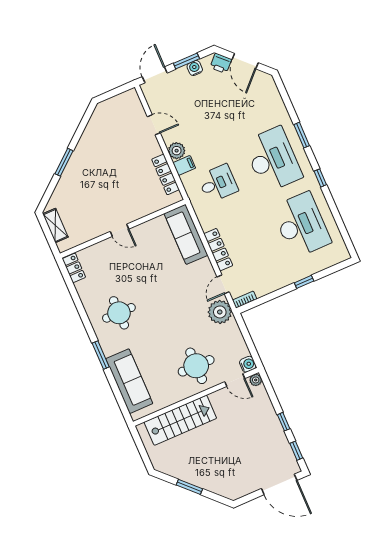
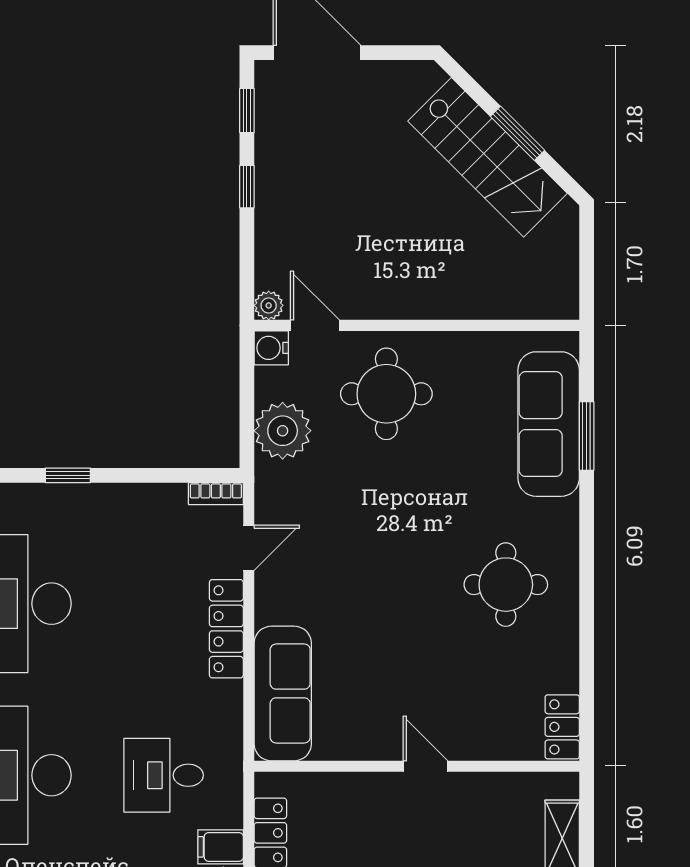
plant: (220, 312) -> (283, 431), moved
window: (101, 355) -> (587, 436), moved
stairs: (180, 420) -> (488, 157), moved, turned -135

